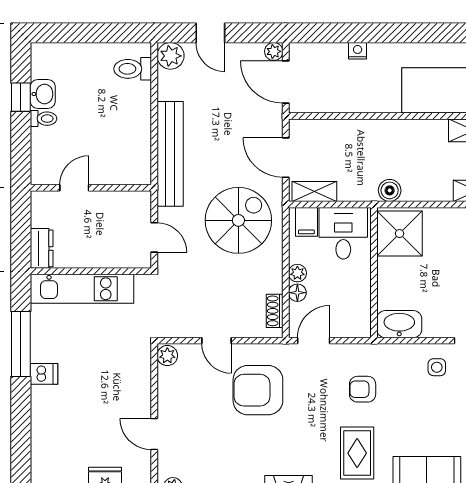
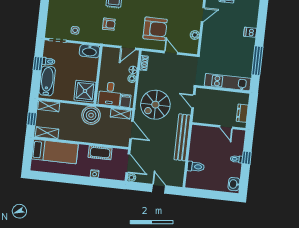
plant: (171, 56) -> (177, 181), removed
toilet: (133, 69) -> (196, 167), moved
washbasin: (43, 94) -> (234, 184), moved
window: (21, 97) -> (247, 158), moved
cot: (351, 99) -> (100, 153), added
door: (74, 188) -> (226, 127), hinge flipped
boiler: (390, 190) -> (91, 115), width x1.86, depth x1.86
dresser: (42, 248) -> (242, 113), moved
plant: (167, 356) -> (195, 35), moved
dishwasher: (44, 374) -> (250, 32), moved
door: (154, 434) -> (203, 15), hinge flipped

